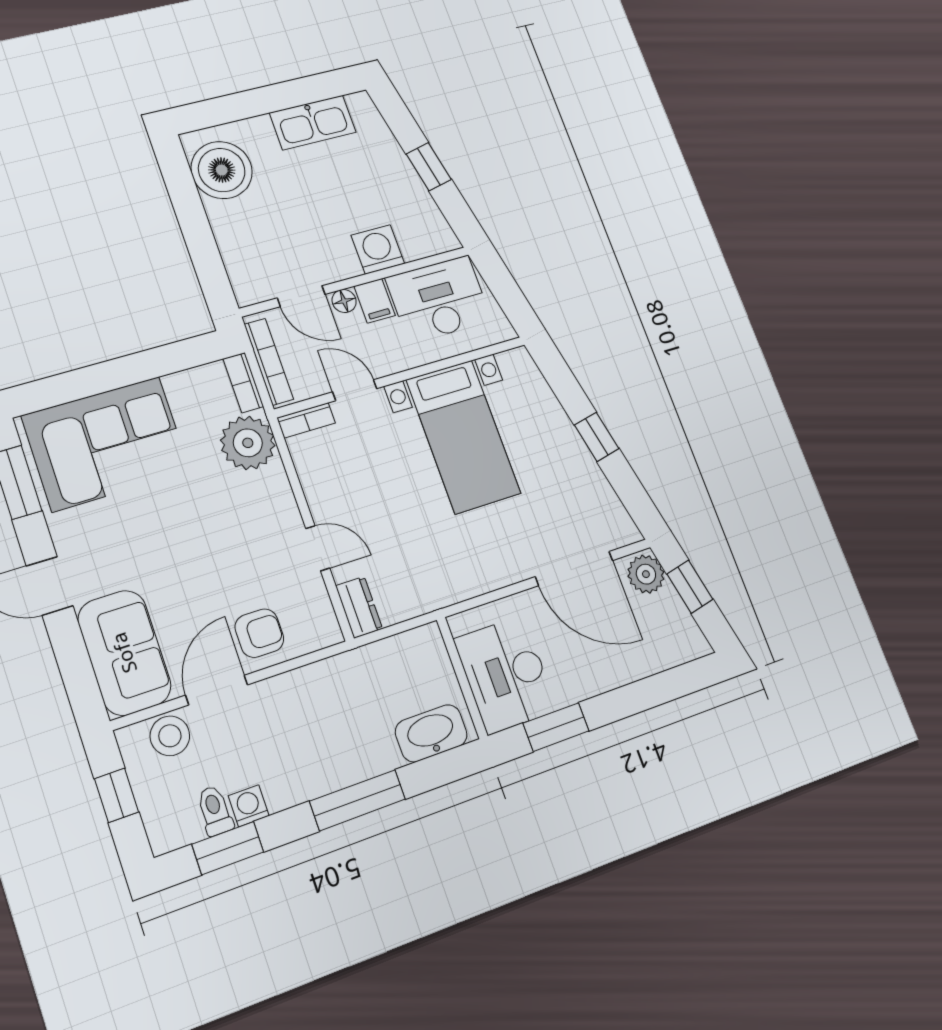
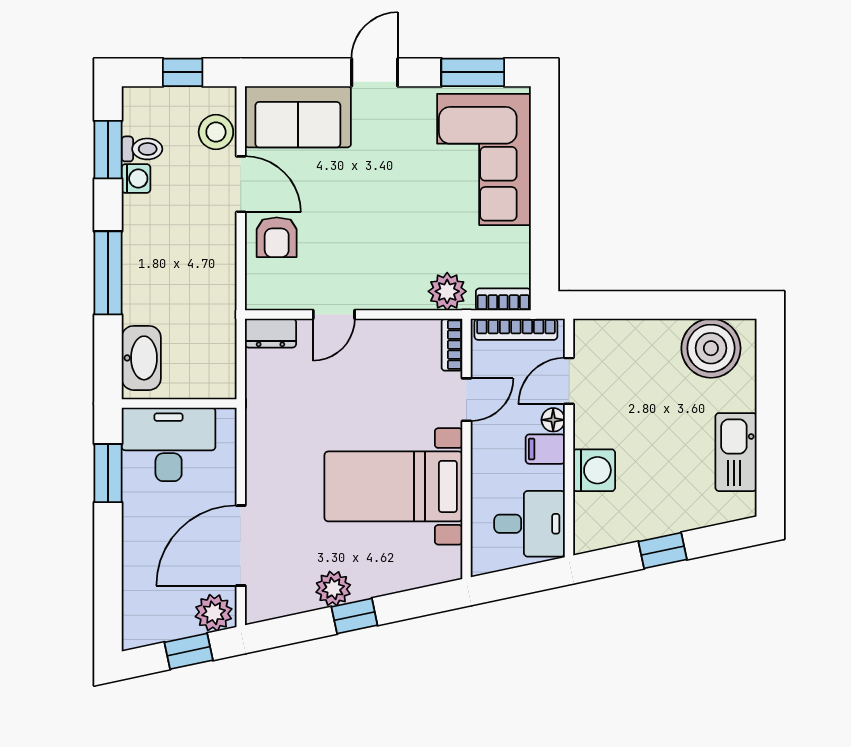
desk: (439, 299) -> (530, 524), width x0.73
plant: (248, 443) -> (447, 291), width x0.73, depth x0.73
plant: (580, 465) -> (333, 589), added

